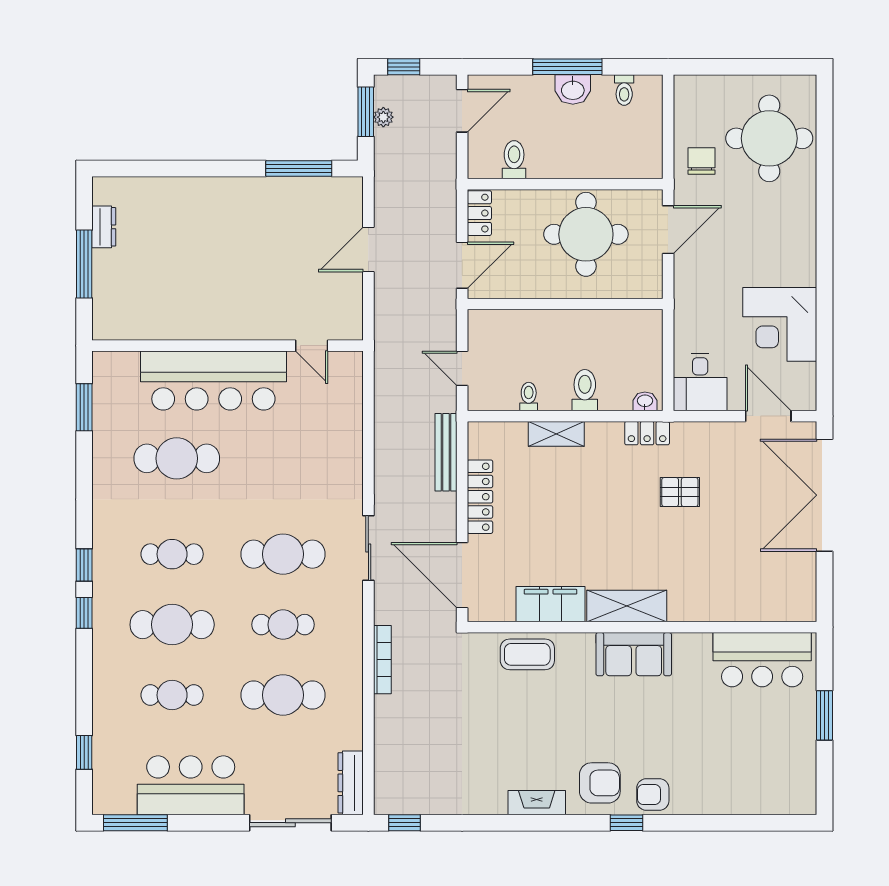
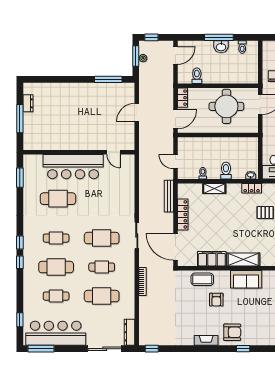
bar counter: (191, 785) -> (56, 333), width x1.36
armchair: (653, 794) -> (216, 300), moved, turned -90

